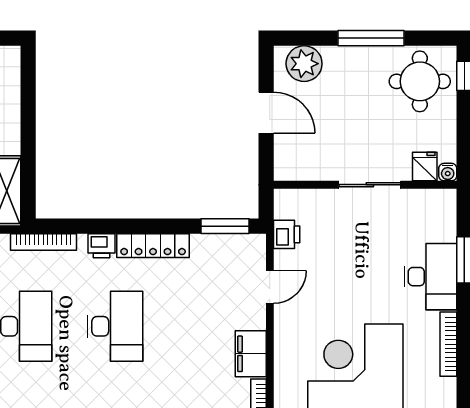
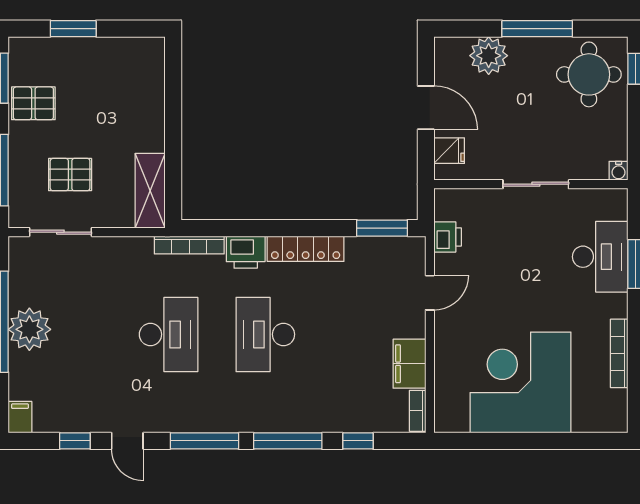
plant: (304, 64) -> (489, 56), moved
fridge: (425, 167) -> (449, 151), moved, turned 90
printer: (101, 246) -> (246, 252), width x1.36, depth x1.24
desk: (430, 277) -> (600, 257), moved
desk: (115, 326) -> (265, 334), turned 180

